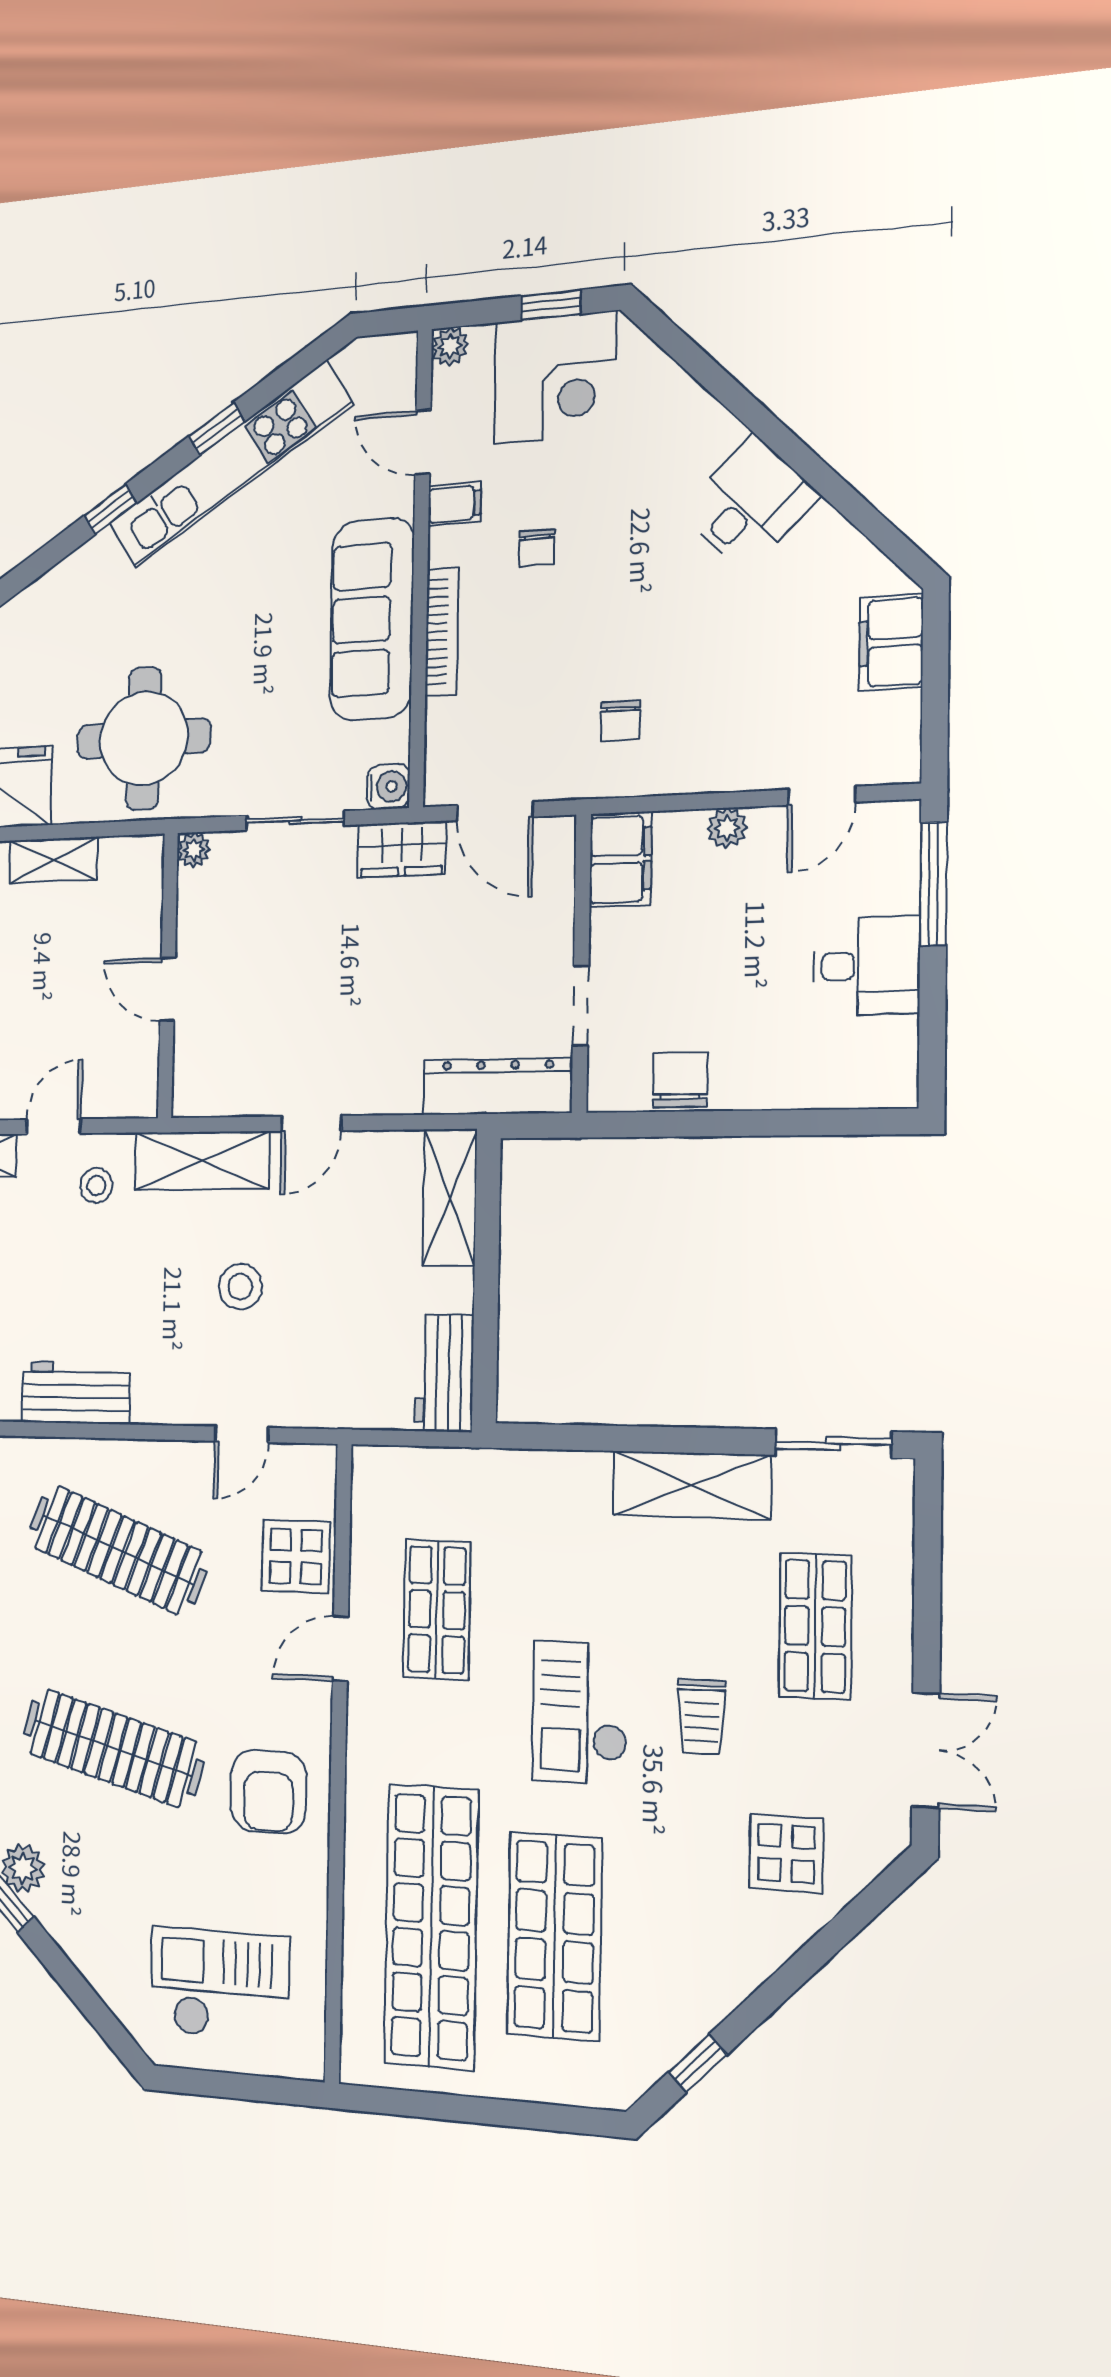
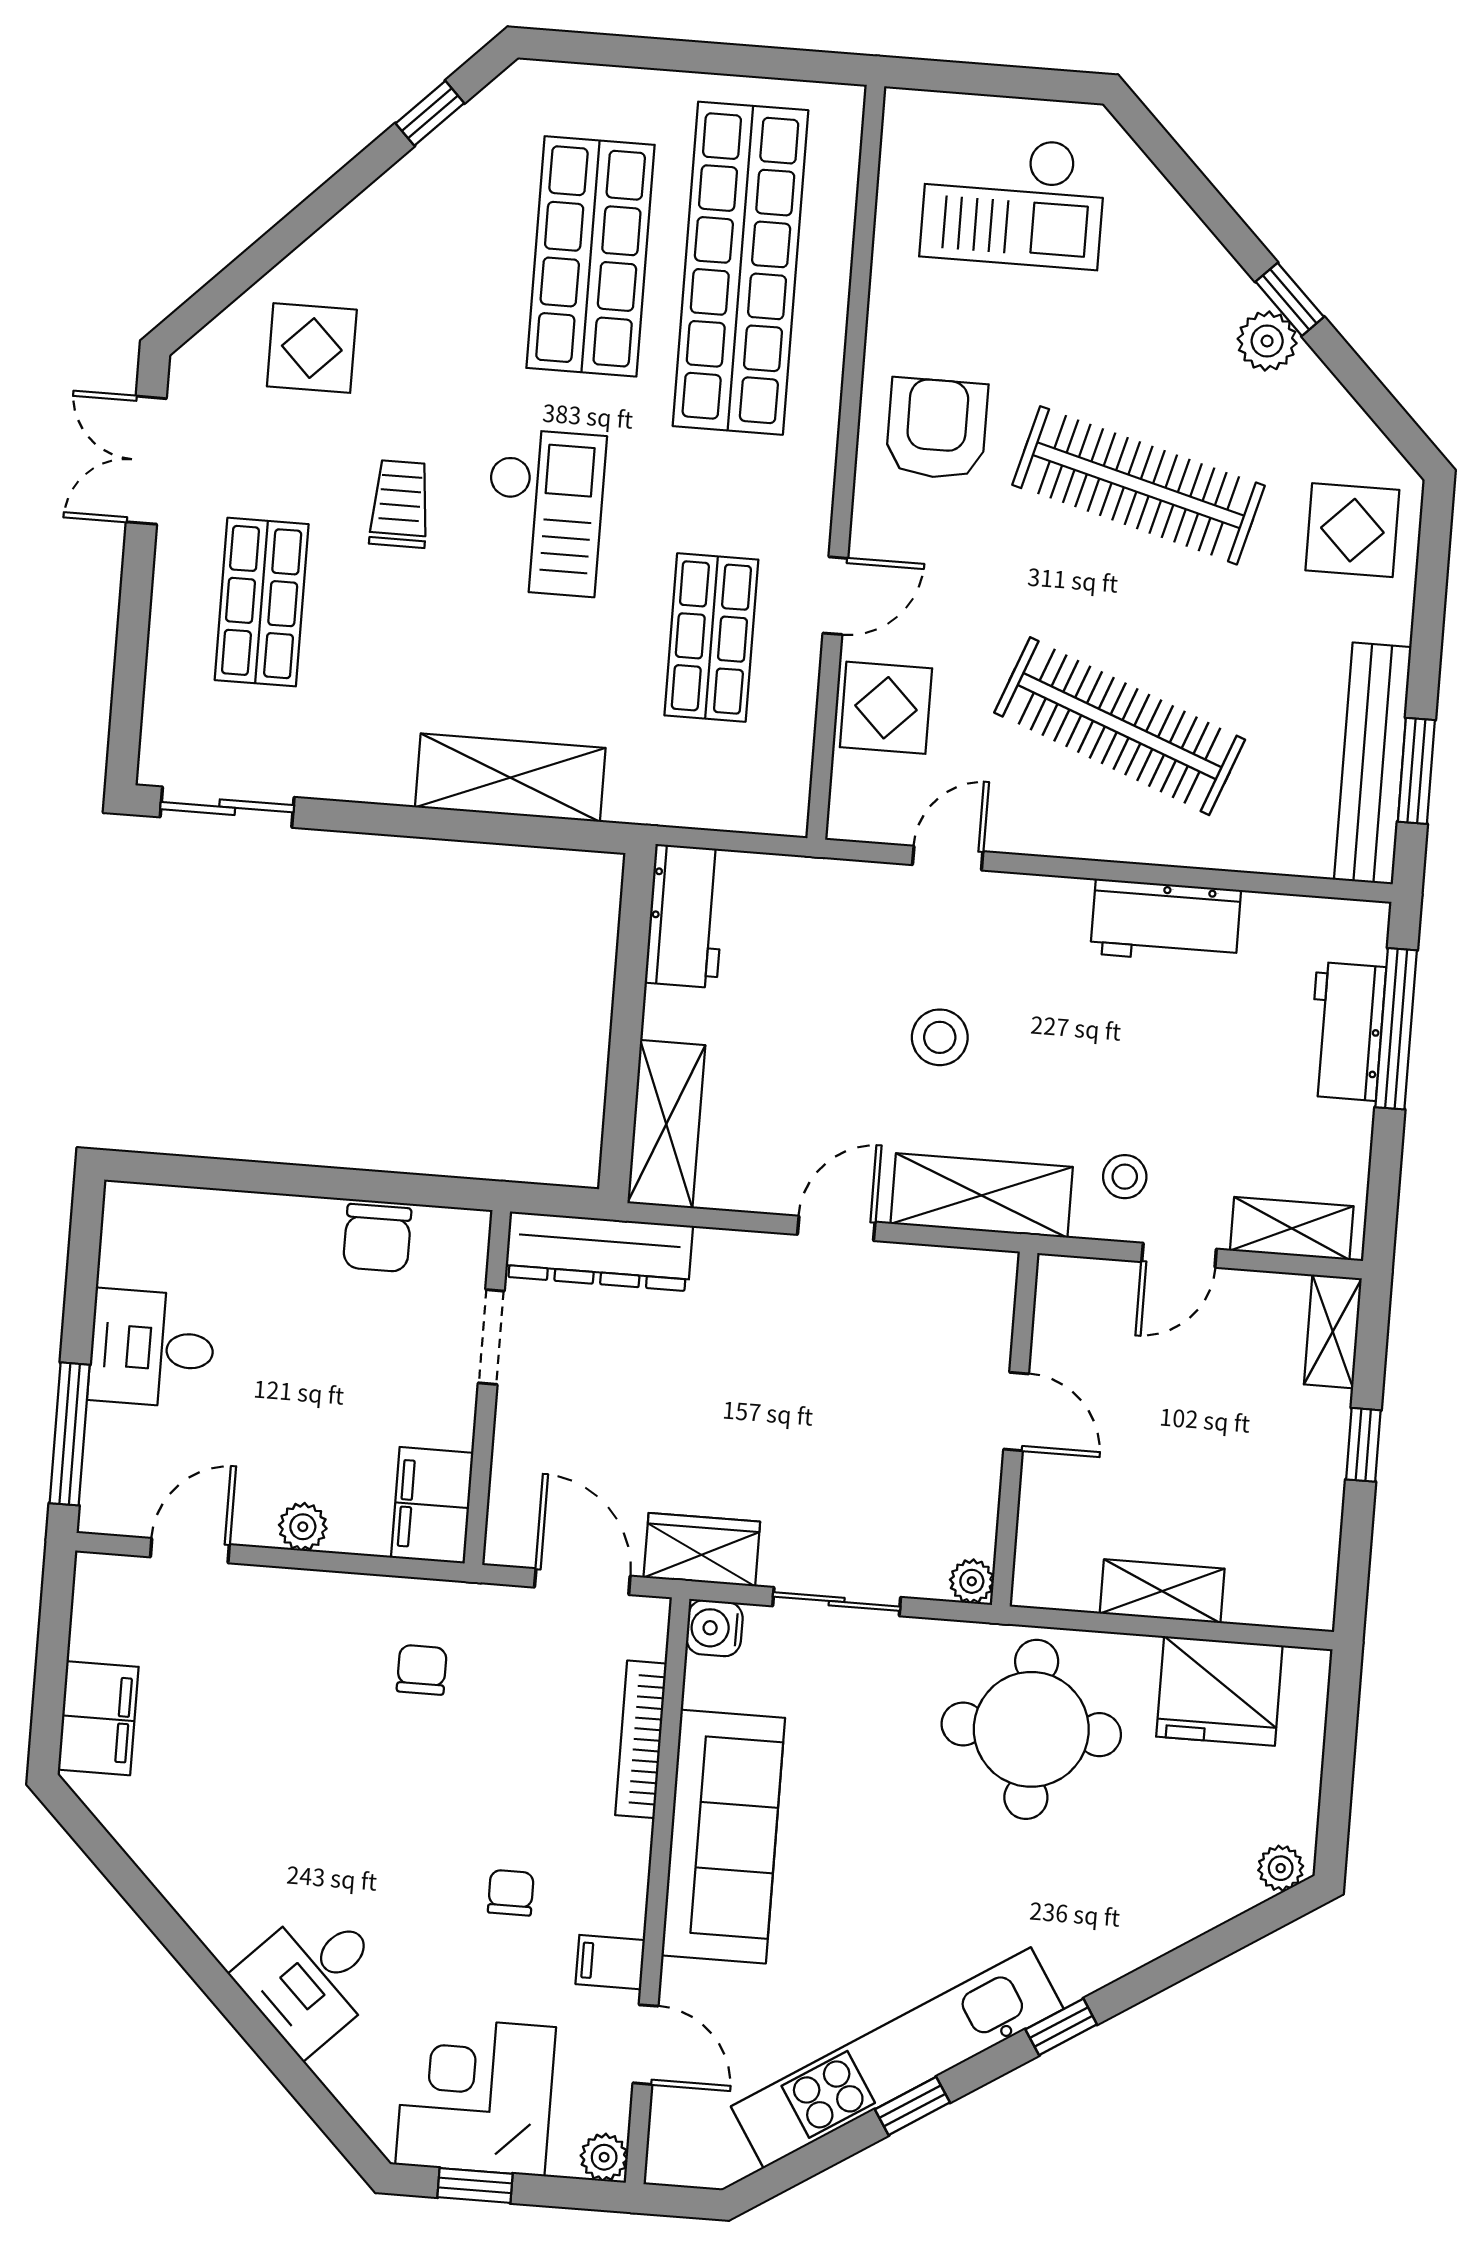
desk: (749, 504) -> (313, 1977), moved
bookcase: (442, 632) -> (641, 1739), moved
shelving: (692, 1485) -> (510, 778), moved

